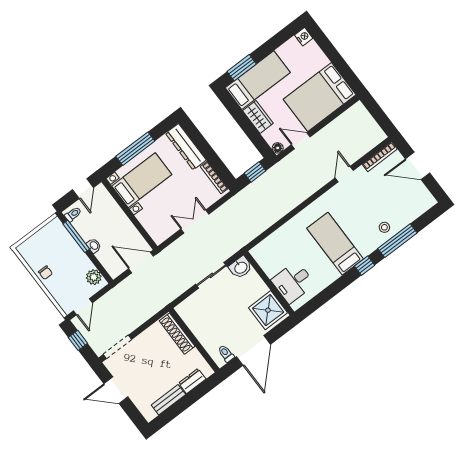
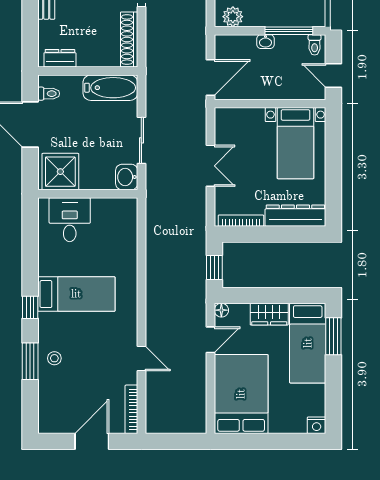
window: (135, 149) -> (333, 162), removed
window: (397, 241) -> (30, 361), width x0.69
bathtub: (194, 319) -> (110, 88), added
shoe rack: (177, 334) -> (129, 40), moved, turned -90
dresser: (192, 381) -> (60, 58), moved, turned -90

